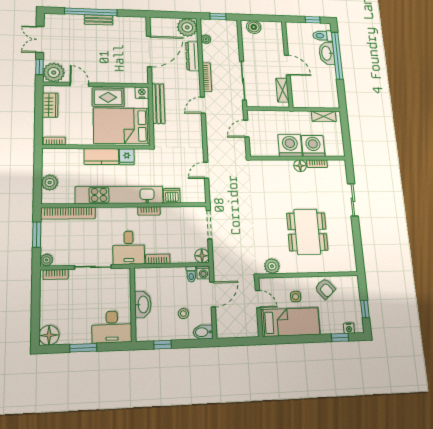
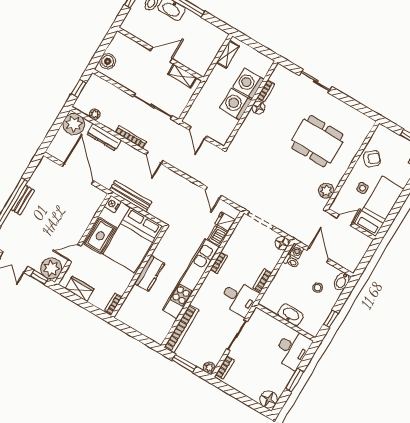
fridge: (127, 157) -> (225, 222), moved, turned 180
plant: (50, 183) -> (147, 328), removed

